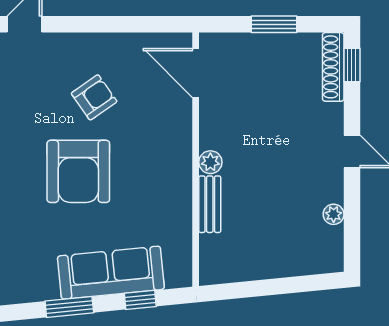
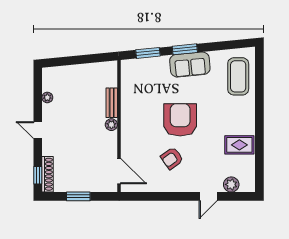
sofa: (111, 273) -> (190, 65), moved, width x0.73
window: (140, 300) -> (148, 53), width x1.50

